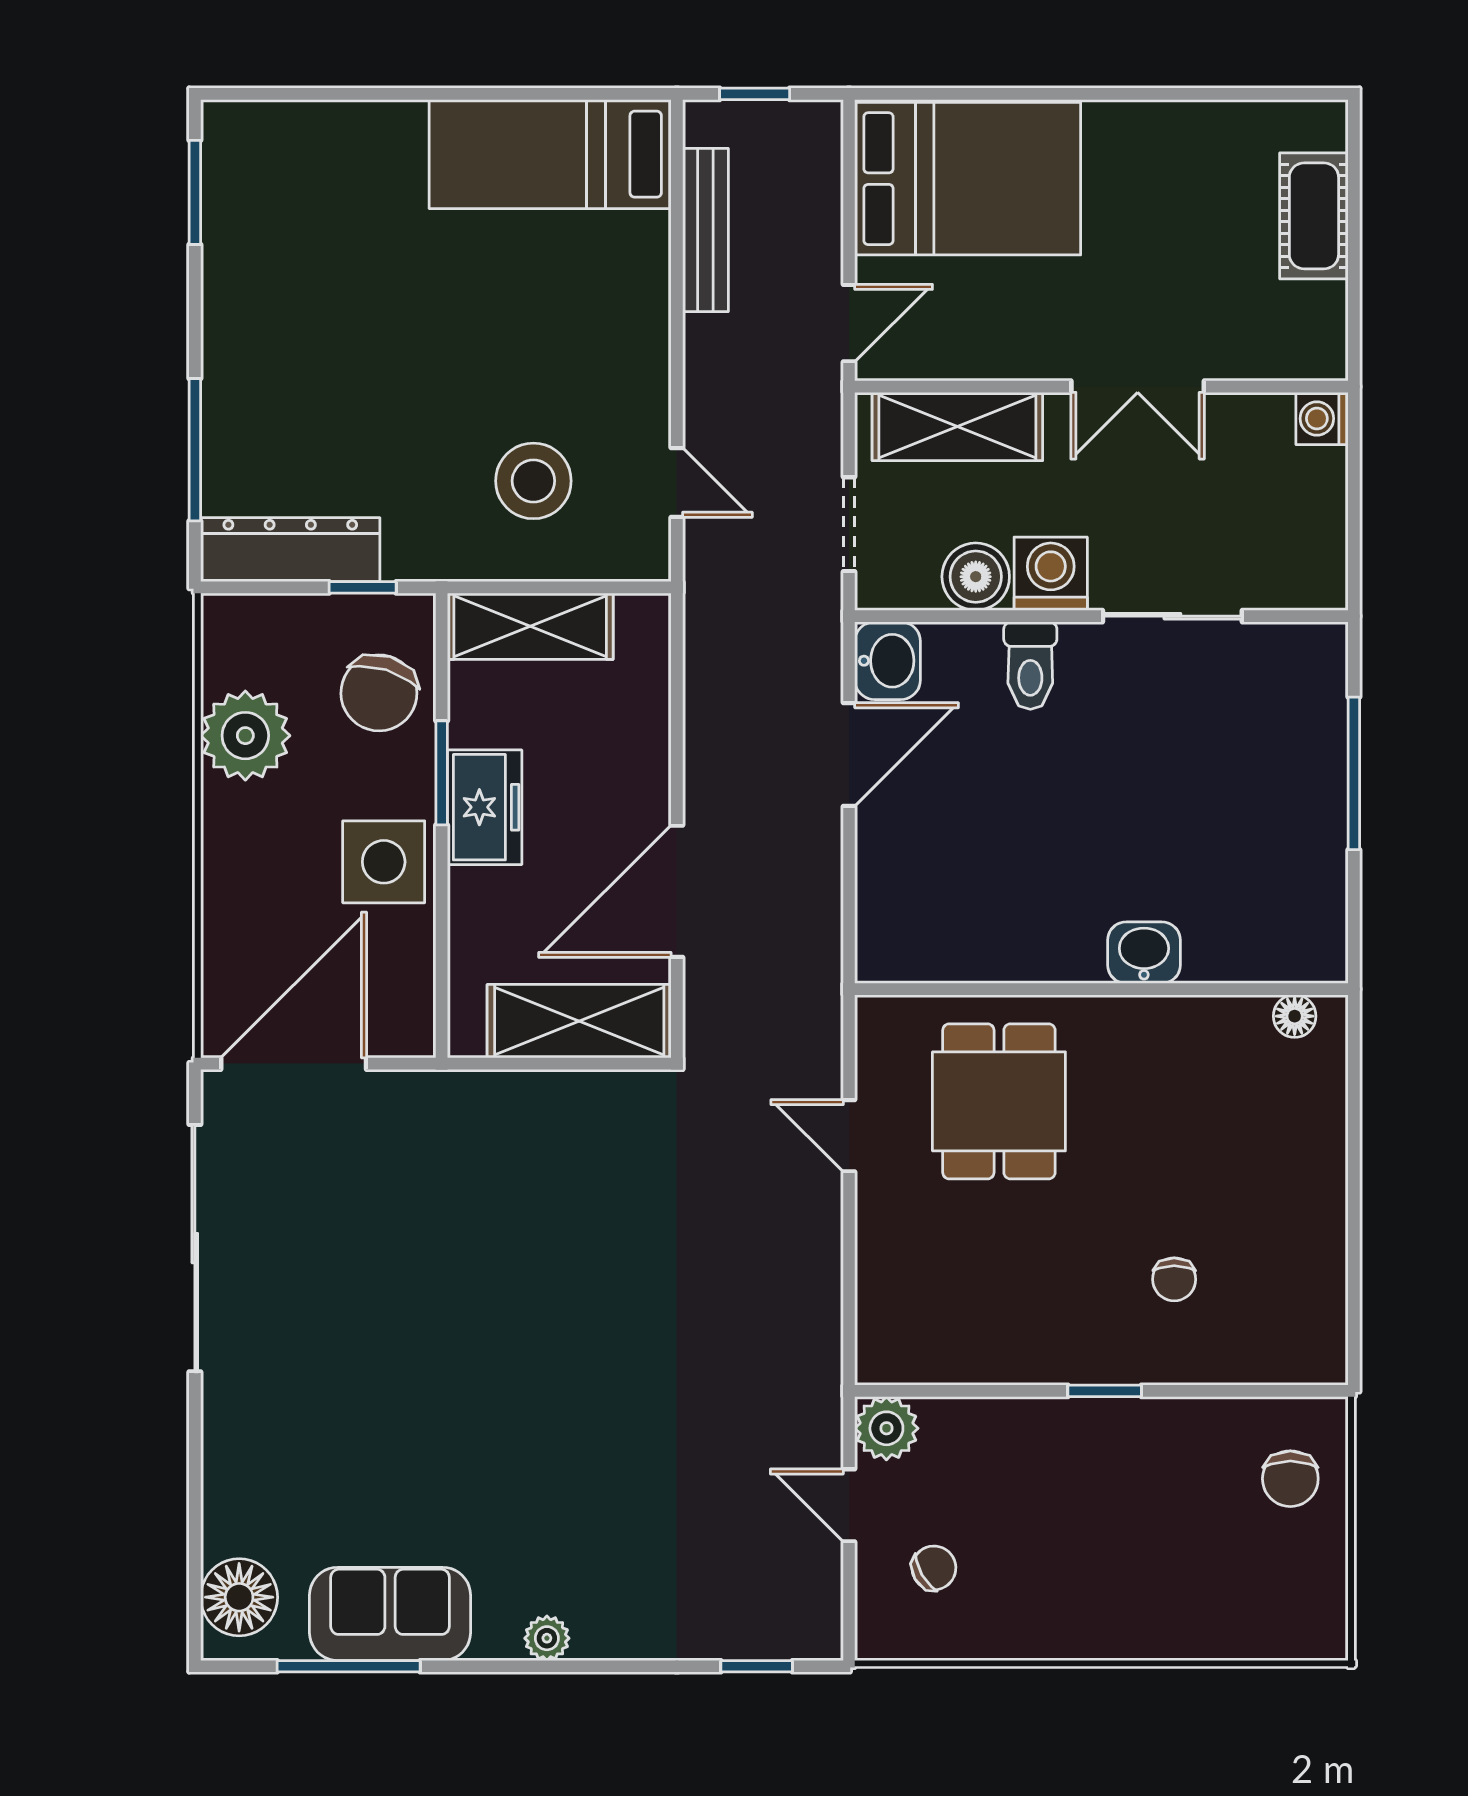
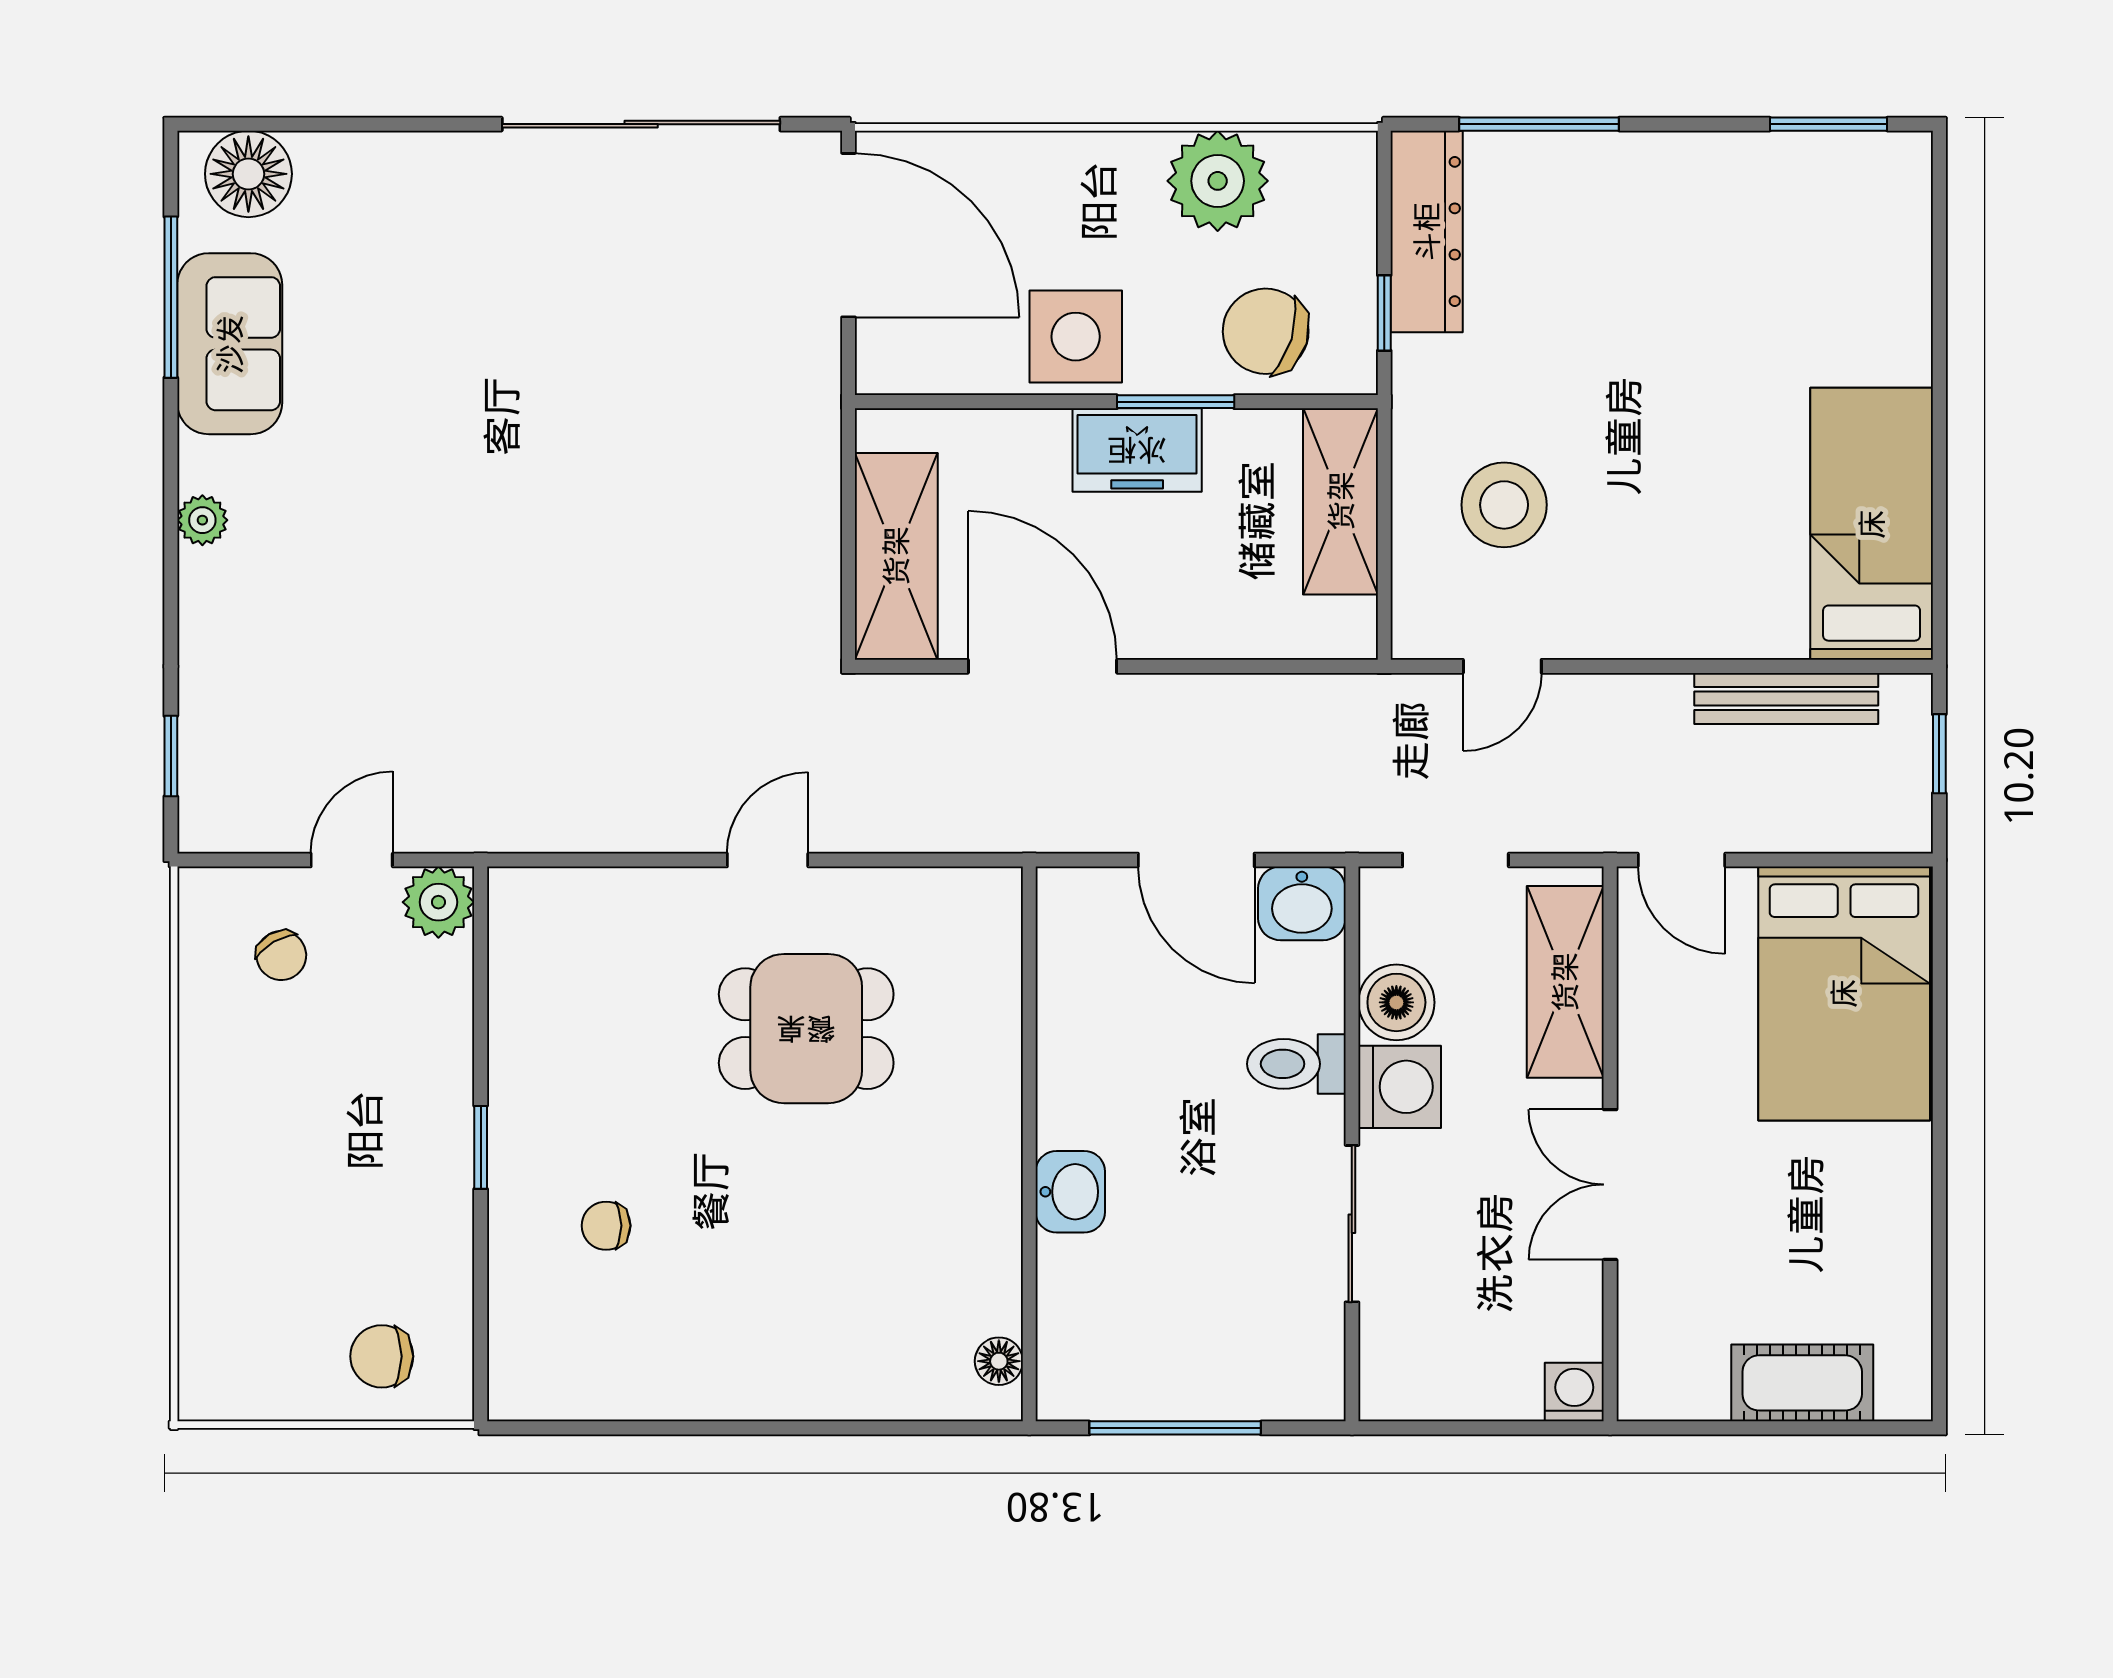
washbasin: (1144, 953) -> (1070, 1192), moved
wall: (1101, 989) -> (1029, 1144), moved
floor lamp: (1295, 1016) -> (999, 1361), moved

